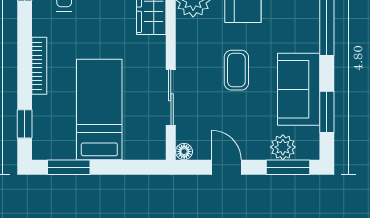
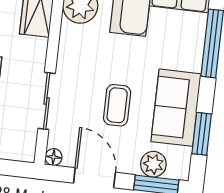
coffee table: (236, 70) -> (117, 105), moved
door: (227, 167) -> (94, 178), width x1.38

